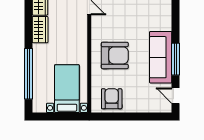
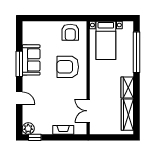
sofa: (161, 57) -> (31, 60), width x0.73
door: (176, 96) -> (19, 98), moved

